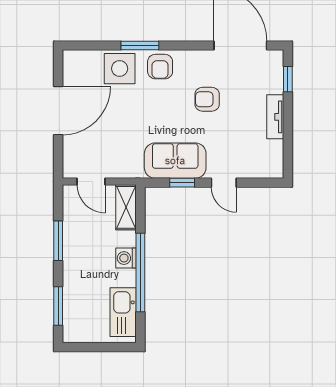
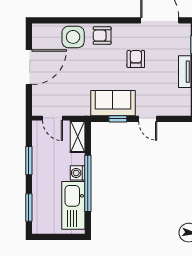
window: (140, 46) -> (88, 20), removed
armchair: (160, 67) -> (102, 36), turned 90
armchair: (207, 99) -> (136, 59), turned 90
kitchen sink: (123, 312) -> (73, 205), width x1.36, depth x1.24

